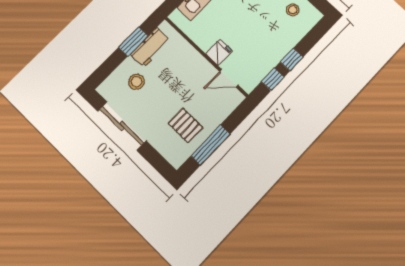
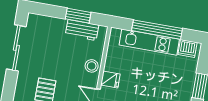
stool: (137, 82) -> (92, 66), moved

